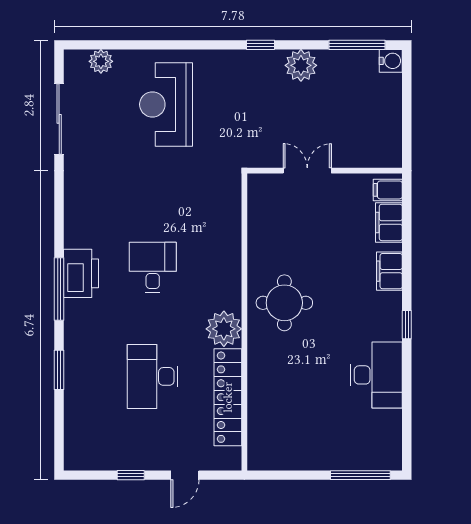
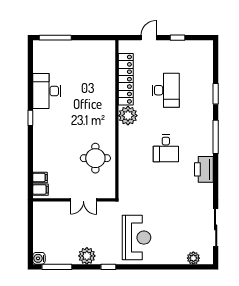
reception desk: (166, 104) -> (137, 238), moved
filing cabinet: (389, 222) -> (40, 178), width x0.50
filing cabinet: (389, 271) -> (40, 146), removed
printer: (81, 273) -> (204, 169), moved
round table: (284, 303) -> (95, 158), moved

